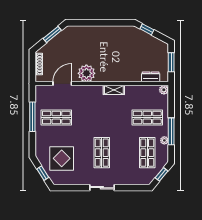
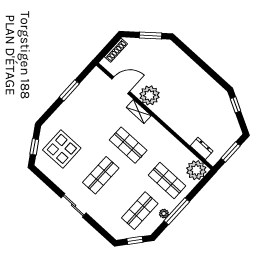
shelving: (114, 90) -> (139, 111), moved
plant: (164, 90) -> (196, 170), width x1.87, depth x1.87
window: (32, 117) -> (69, 90), width x0.69
shop shelf: (56, 117) -> (128, 145), moved

